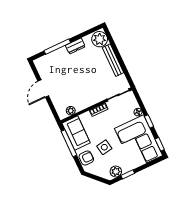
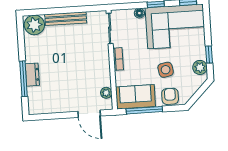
dresser: (75, 46) -> (32, 75), moved
door: (43, 89) -> (89, 114), moved

